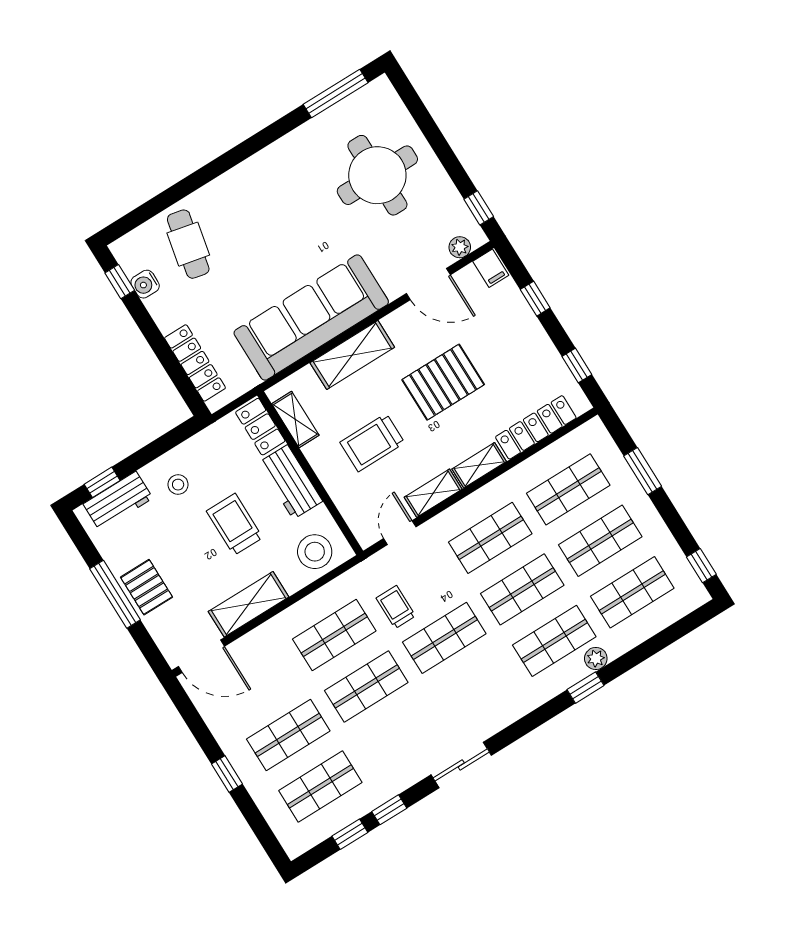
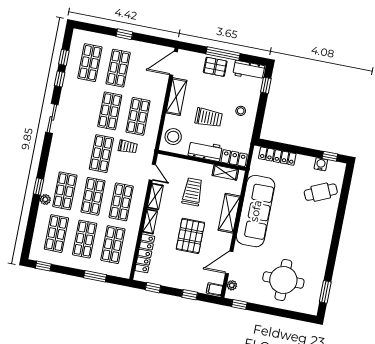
window: (336, 94) -> (325, 292), width x0.69
cafe table: (188, 244) -> (321, 192), turned -36
workbench: (118, 501) -> (249, 70), moved, turned -90

